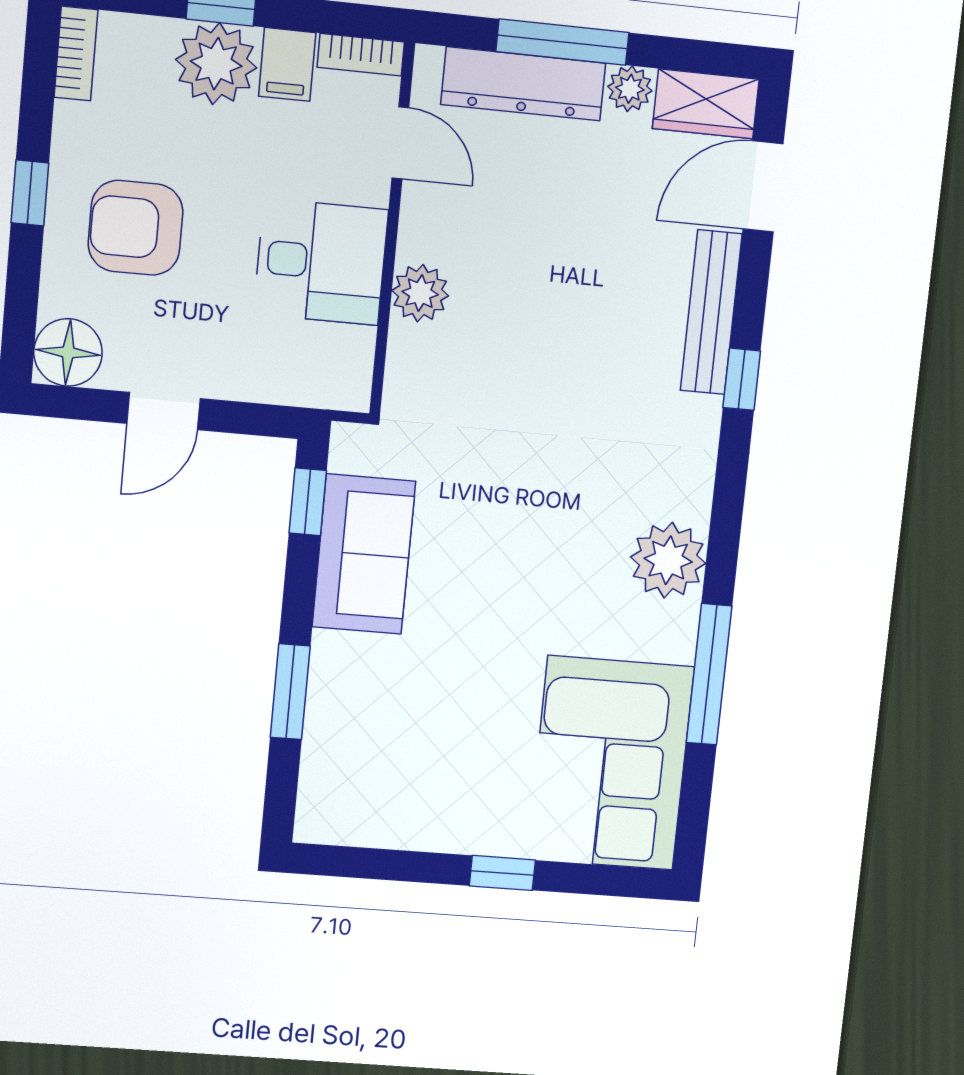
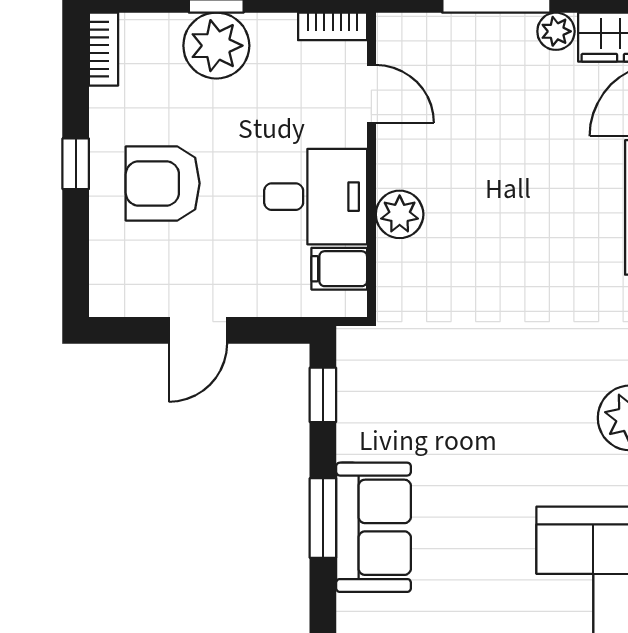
filing cabinet: (287, 64) -> (339, 269), moved, turned 90
dresser: (523, 84) -> (468, 36), removed
floor lamp: (68, 352) -> (117, 290), removed
sofa: (364, 554) -> (374, 527), moved
window: (290, 692) -> (323, 518), moved

